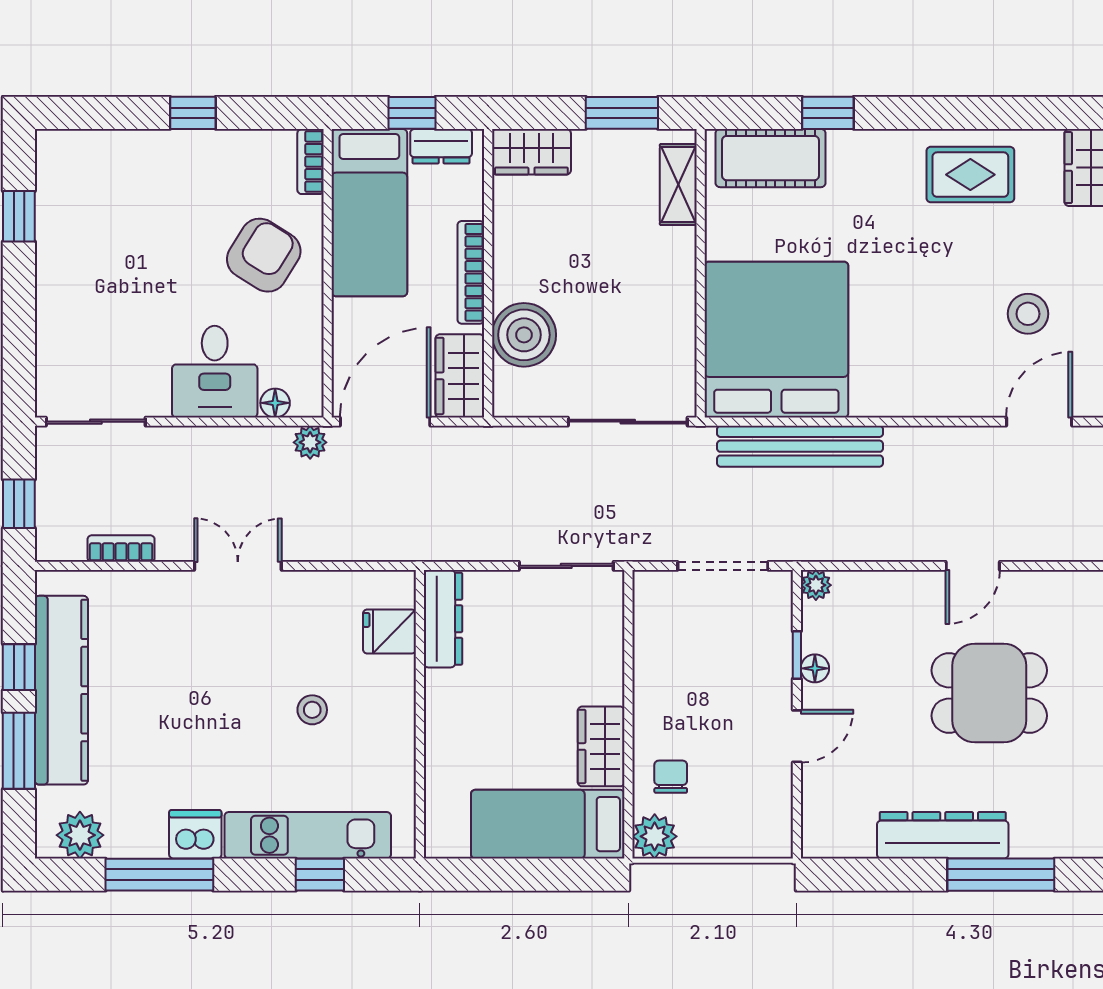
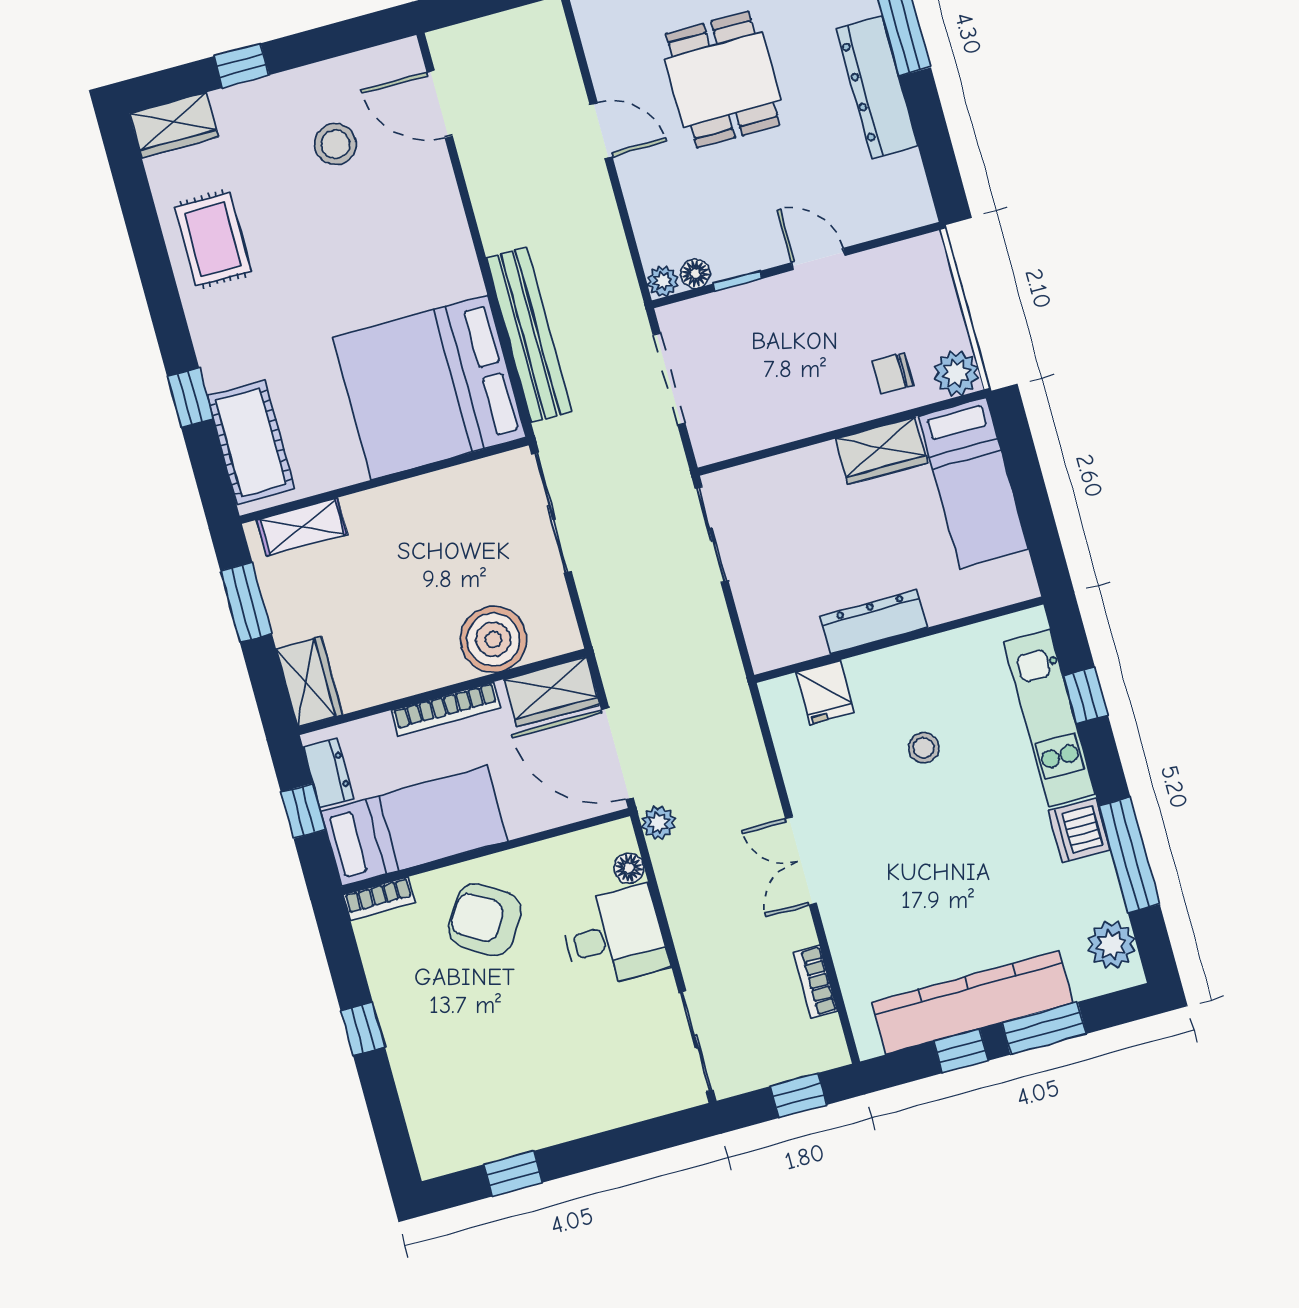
dresser: (443, 619) -> (874, 622), moved
floor lamp: (815, 668) -> (695, 273), moved

